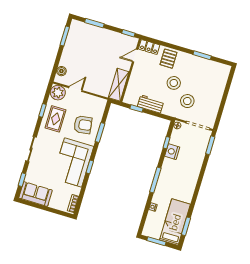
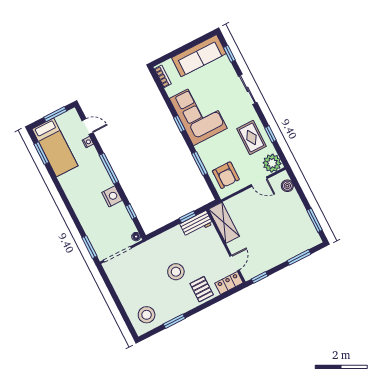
door: (75, 89) -> (259, 182), hinge flipped
stool: (187, 101) -> (147, 315), moved
workbench: (151, 104) -> (196, 224), moved
armchair: (83, 125) -> (226, 175), moved, turned -82
nightstand: (172, 152) -> (112, 196), moved
sofa: (35, 194) -> (199, 56), width x1.36
door: (145, 216) -> (87, 127), added

